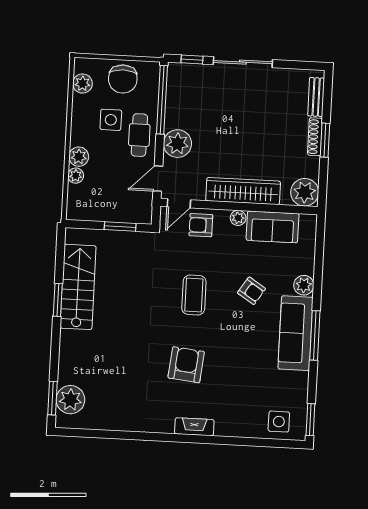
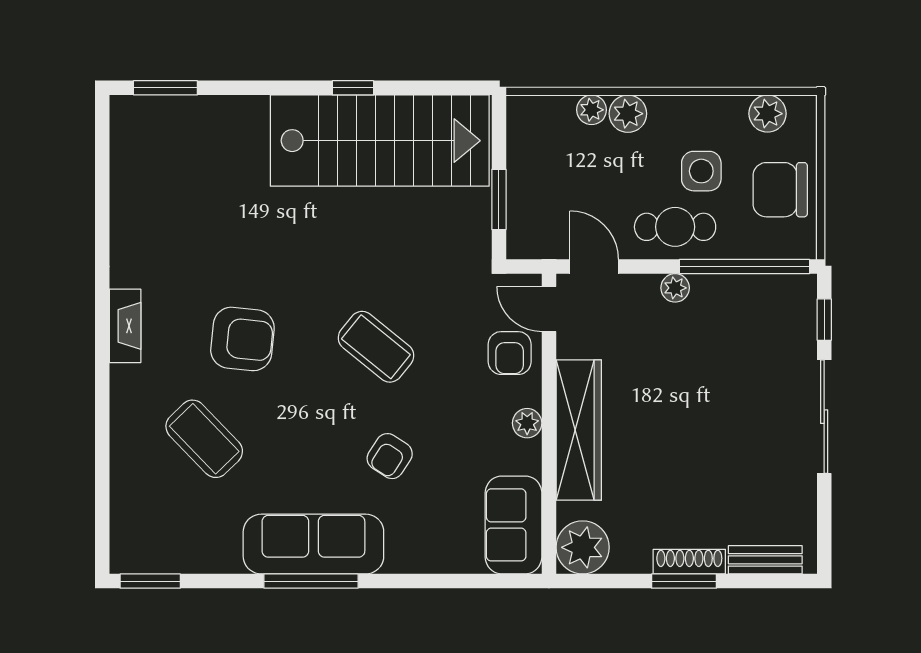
plant: (177, 144) -> (675, 288), width x0.53, depth x0.53
armchair: (201, 225) -> (510, 353), turned 180
sofa: (273, 227) -> (513, 525), moved
plant: (304, 285) -> (406, 555), removed
stairs: (78, 287) -> (380, 141), width x1.36, depth x1.51
coffee table: (194, 295) -> (376, 347), turned 39
window: (58, 300) -> (353, 88), width x0.67
coffee table: (237, 387) -> (204, 439), added
plant: (70, 400) -> (164, 122), removed
side table: (279, 422) -> (143, 521), removed
fireplace: (194, 427) -> (125, 326), moved

